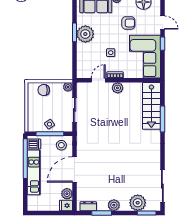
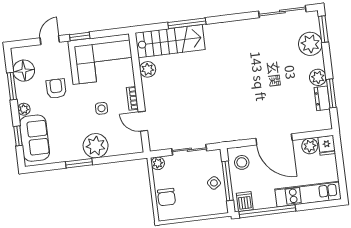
plant: (85, 34) -> (96, 146), moved
plant: (118, 88) -> (148, 69), moved
kitchen unit: (34, 172) -> (308, 194), moved
dresser: (88, 206) -> (322, 98), moved

